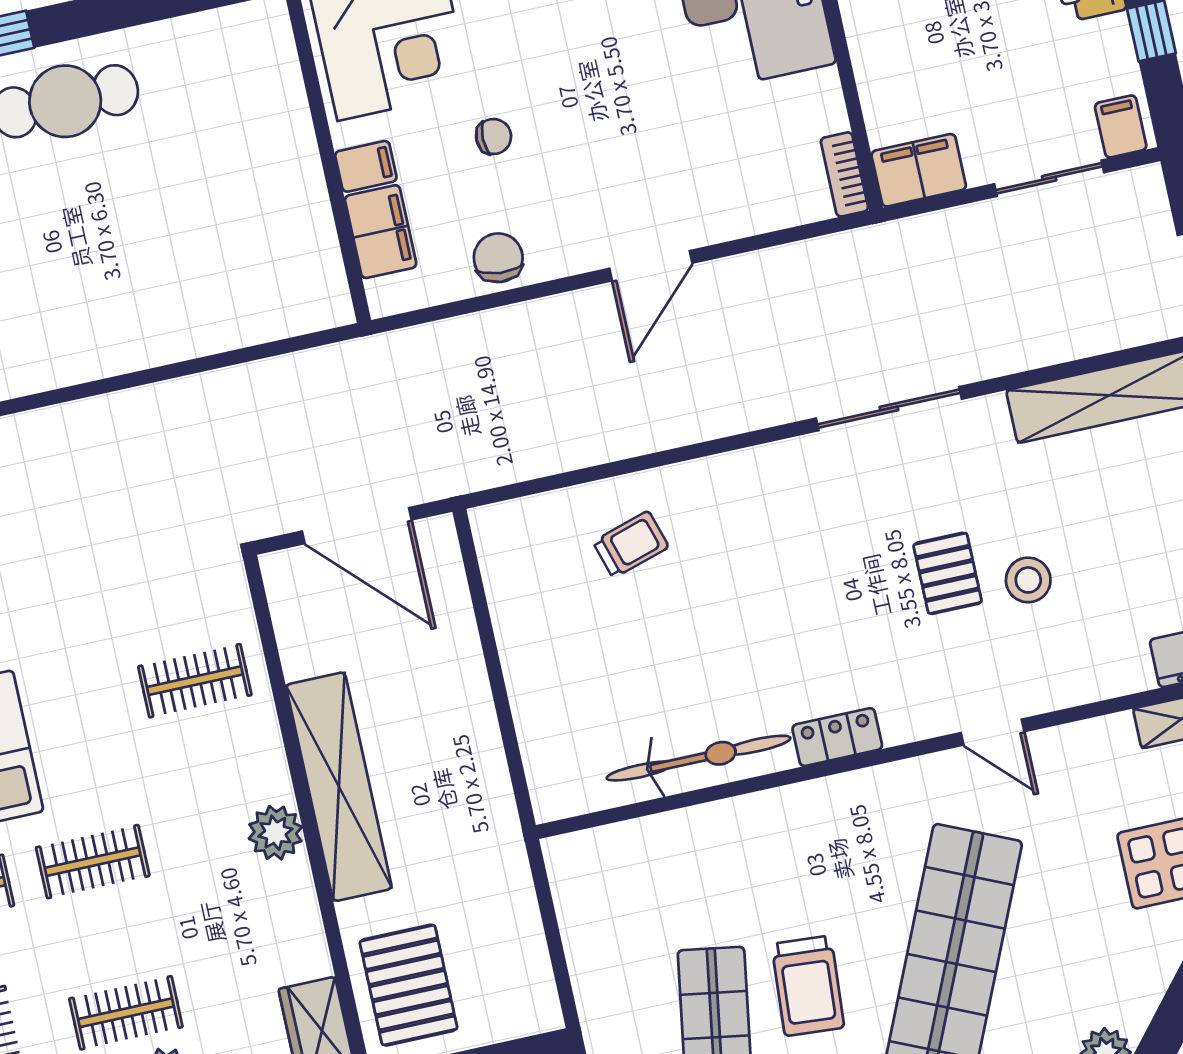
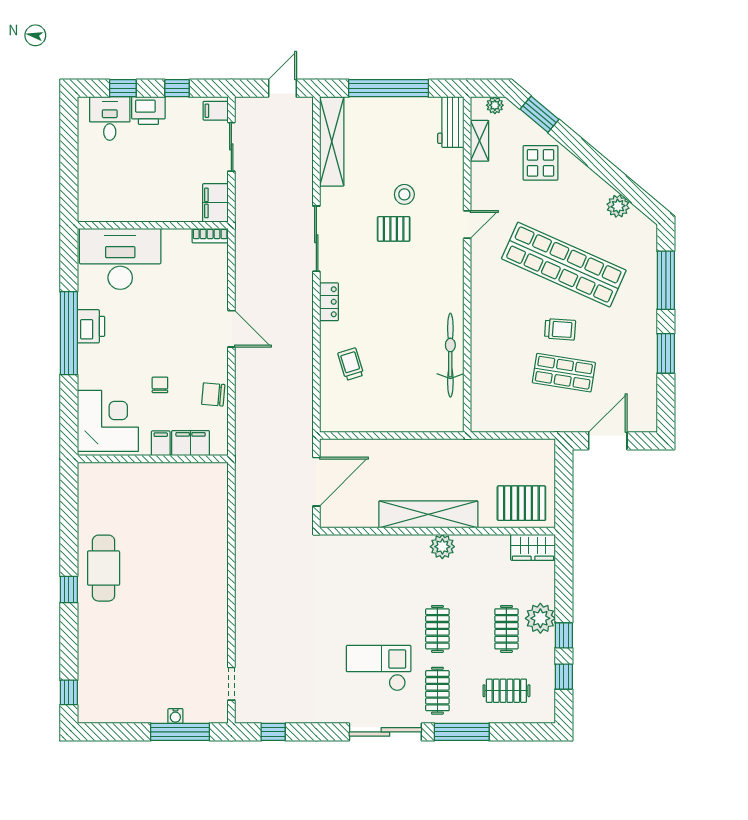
clothes rail: (195, 681) -> (368, 567), removed
locker: (837, 737) -> (329, 302), moved, turned 180
trolley: (808, 986) -> (560, 329), width x0.73, depth x0.72

